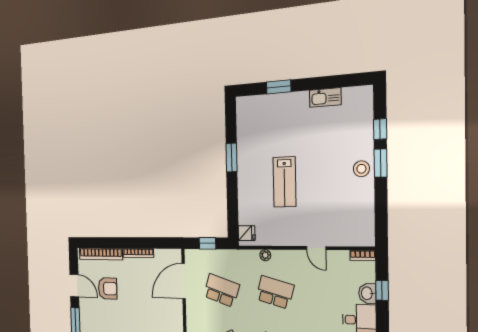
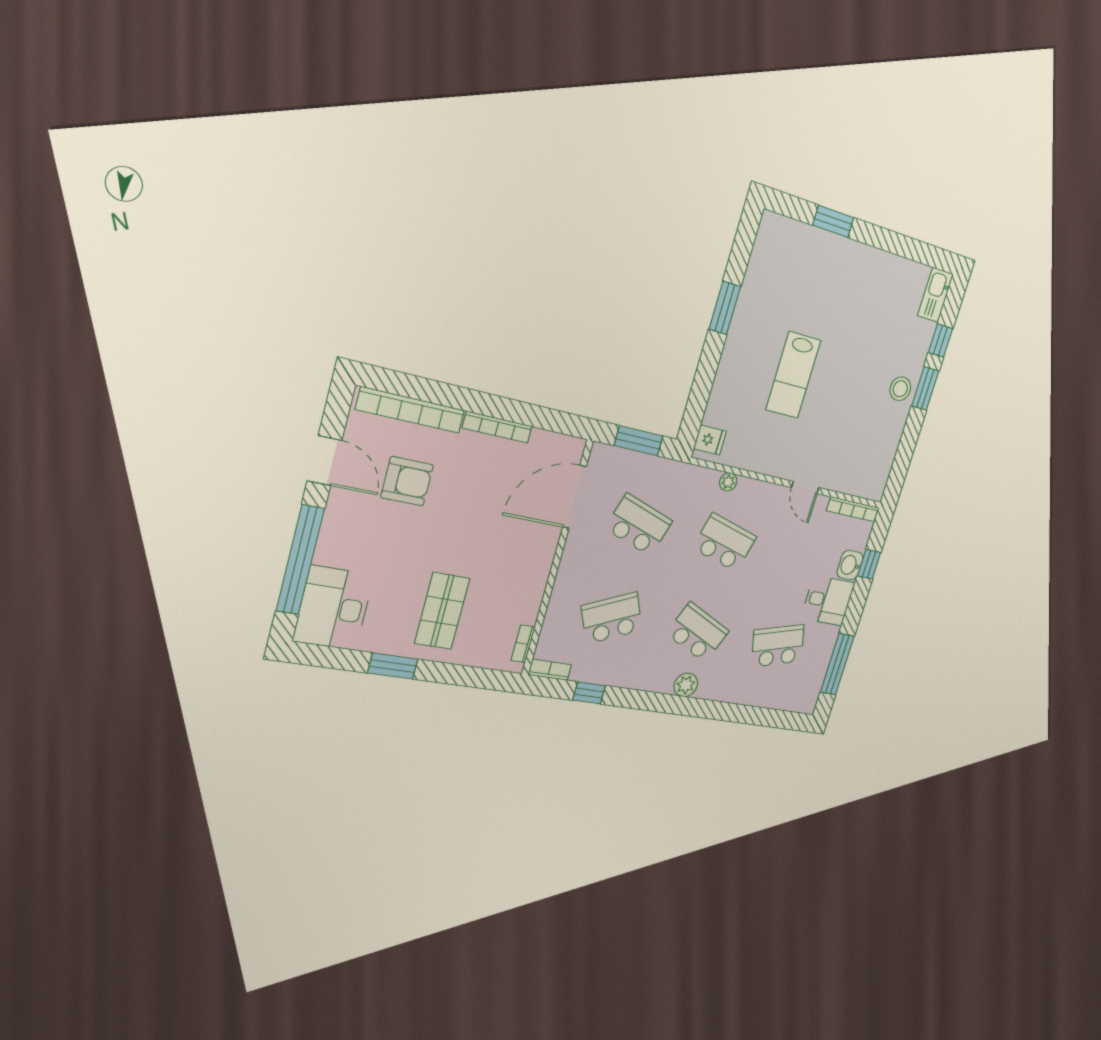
kitchen sink: (325, 97) -> (935, 295), moved, turned 90
window: (207, 243) -> (639, 441), width x1.50
bookcase: (363, 255) -> (853, 509), width x1.56

